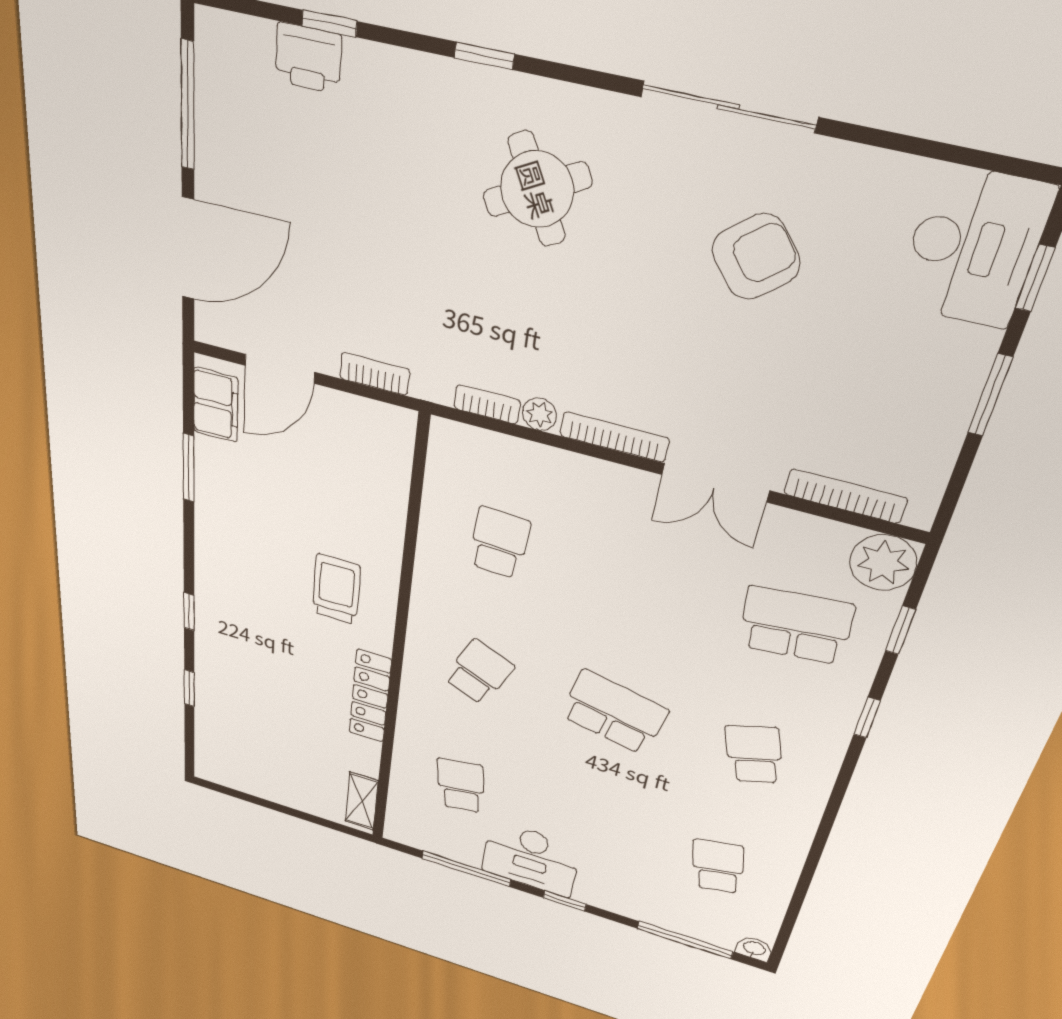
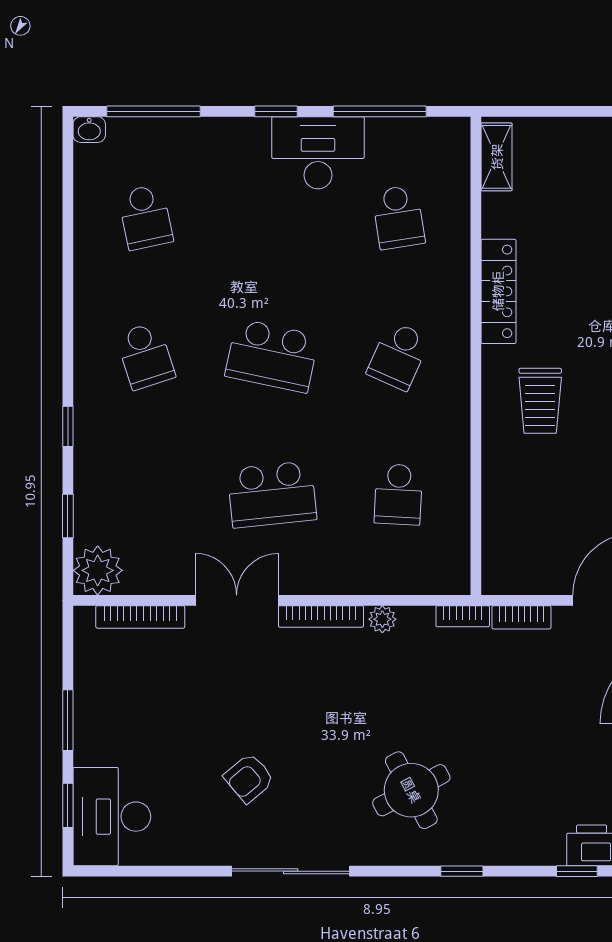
armchair: (756, 257) -> (249, 778), width x0.72, depth x0.72
bookcase: (487, 404) -> (463, 616), moved
school desk: (796, 625) -> (272, 494), moved

